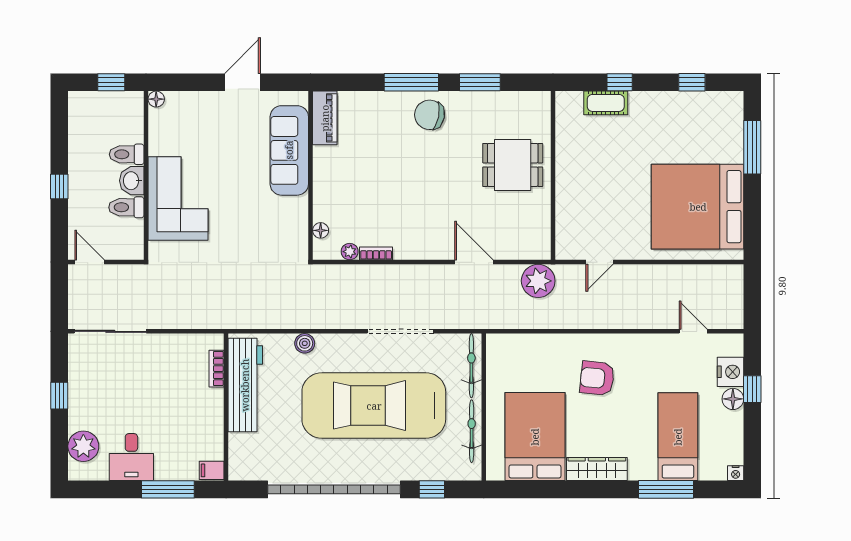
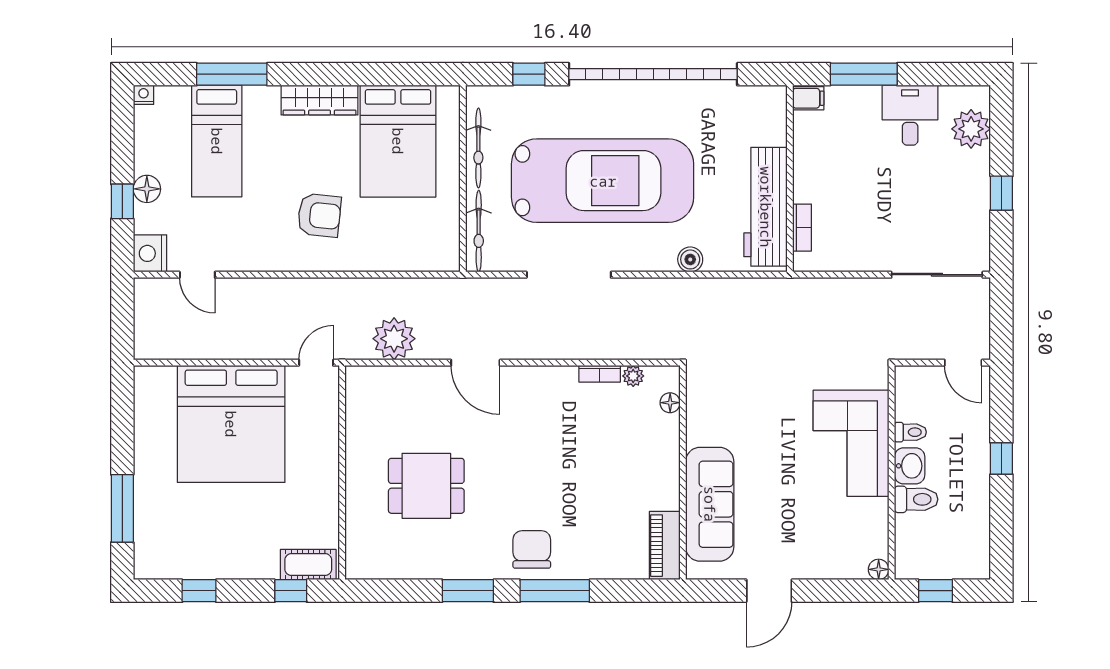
chair: (430, 115) -> (532, 549), turned -101
wall: (553, 175) -> (342, 473), moved
toilet: (126, 207) -> (910, 432), width x0.73, depth x0.72
bed: (698, 207) -> (231, 424), moved, turned 90
nightstand: (730, 372) -> (150, 253), moved

